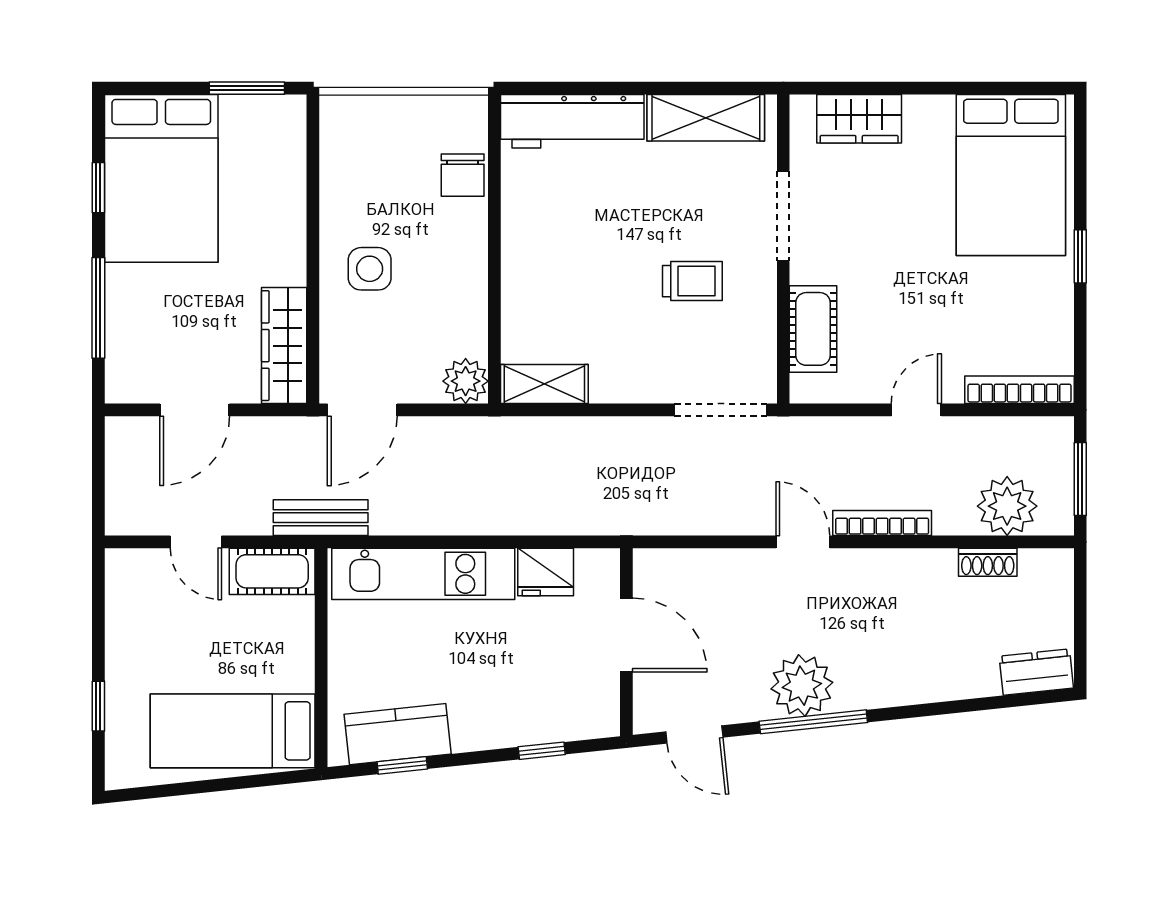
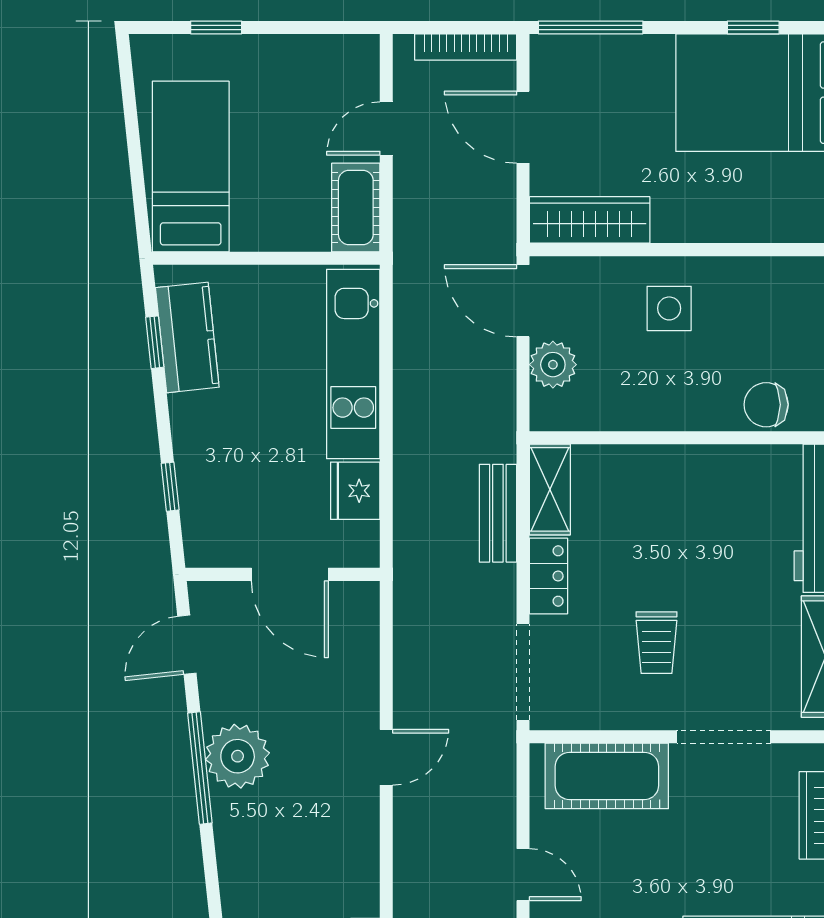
window: (98, 308) -> (591, 27), moved
cot: (813, 329) -> (607, 776), width x1.37, depth x1.34
plant: (466, 381) -> (553, 365), moved
locker: (628, 385) -> (549, 576), added
bench: (321, 518) -> (498, 513), moved
bookcase: (882, 523) -> (466, 47), moved, turned 90
door: (626, 635) -> (290, 574), hinge flipped

